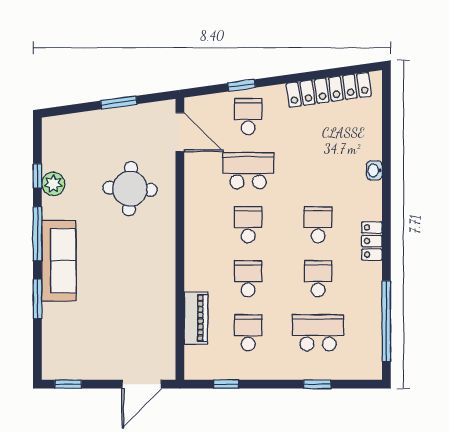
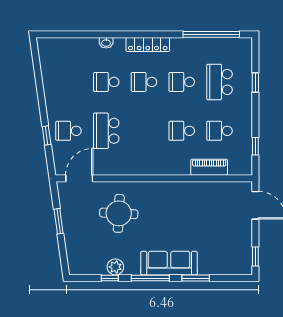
locker: (329, 90) -> (50, 75), removed
school desk: (248, 225) -> (106, 82), moved
locker: (372, 241) -> (148, 44), width x1.53

